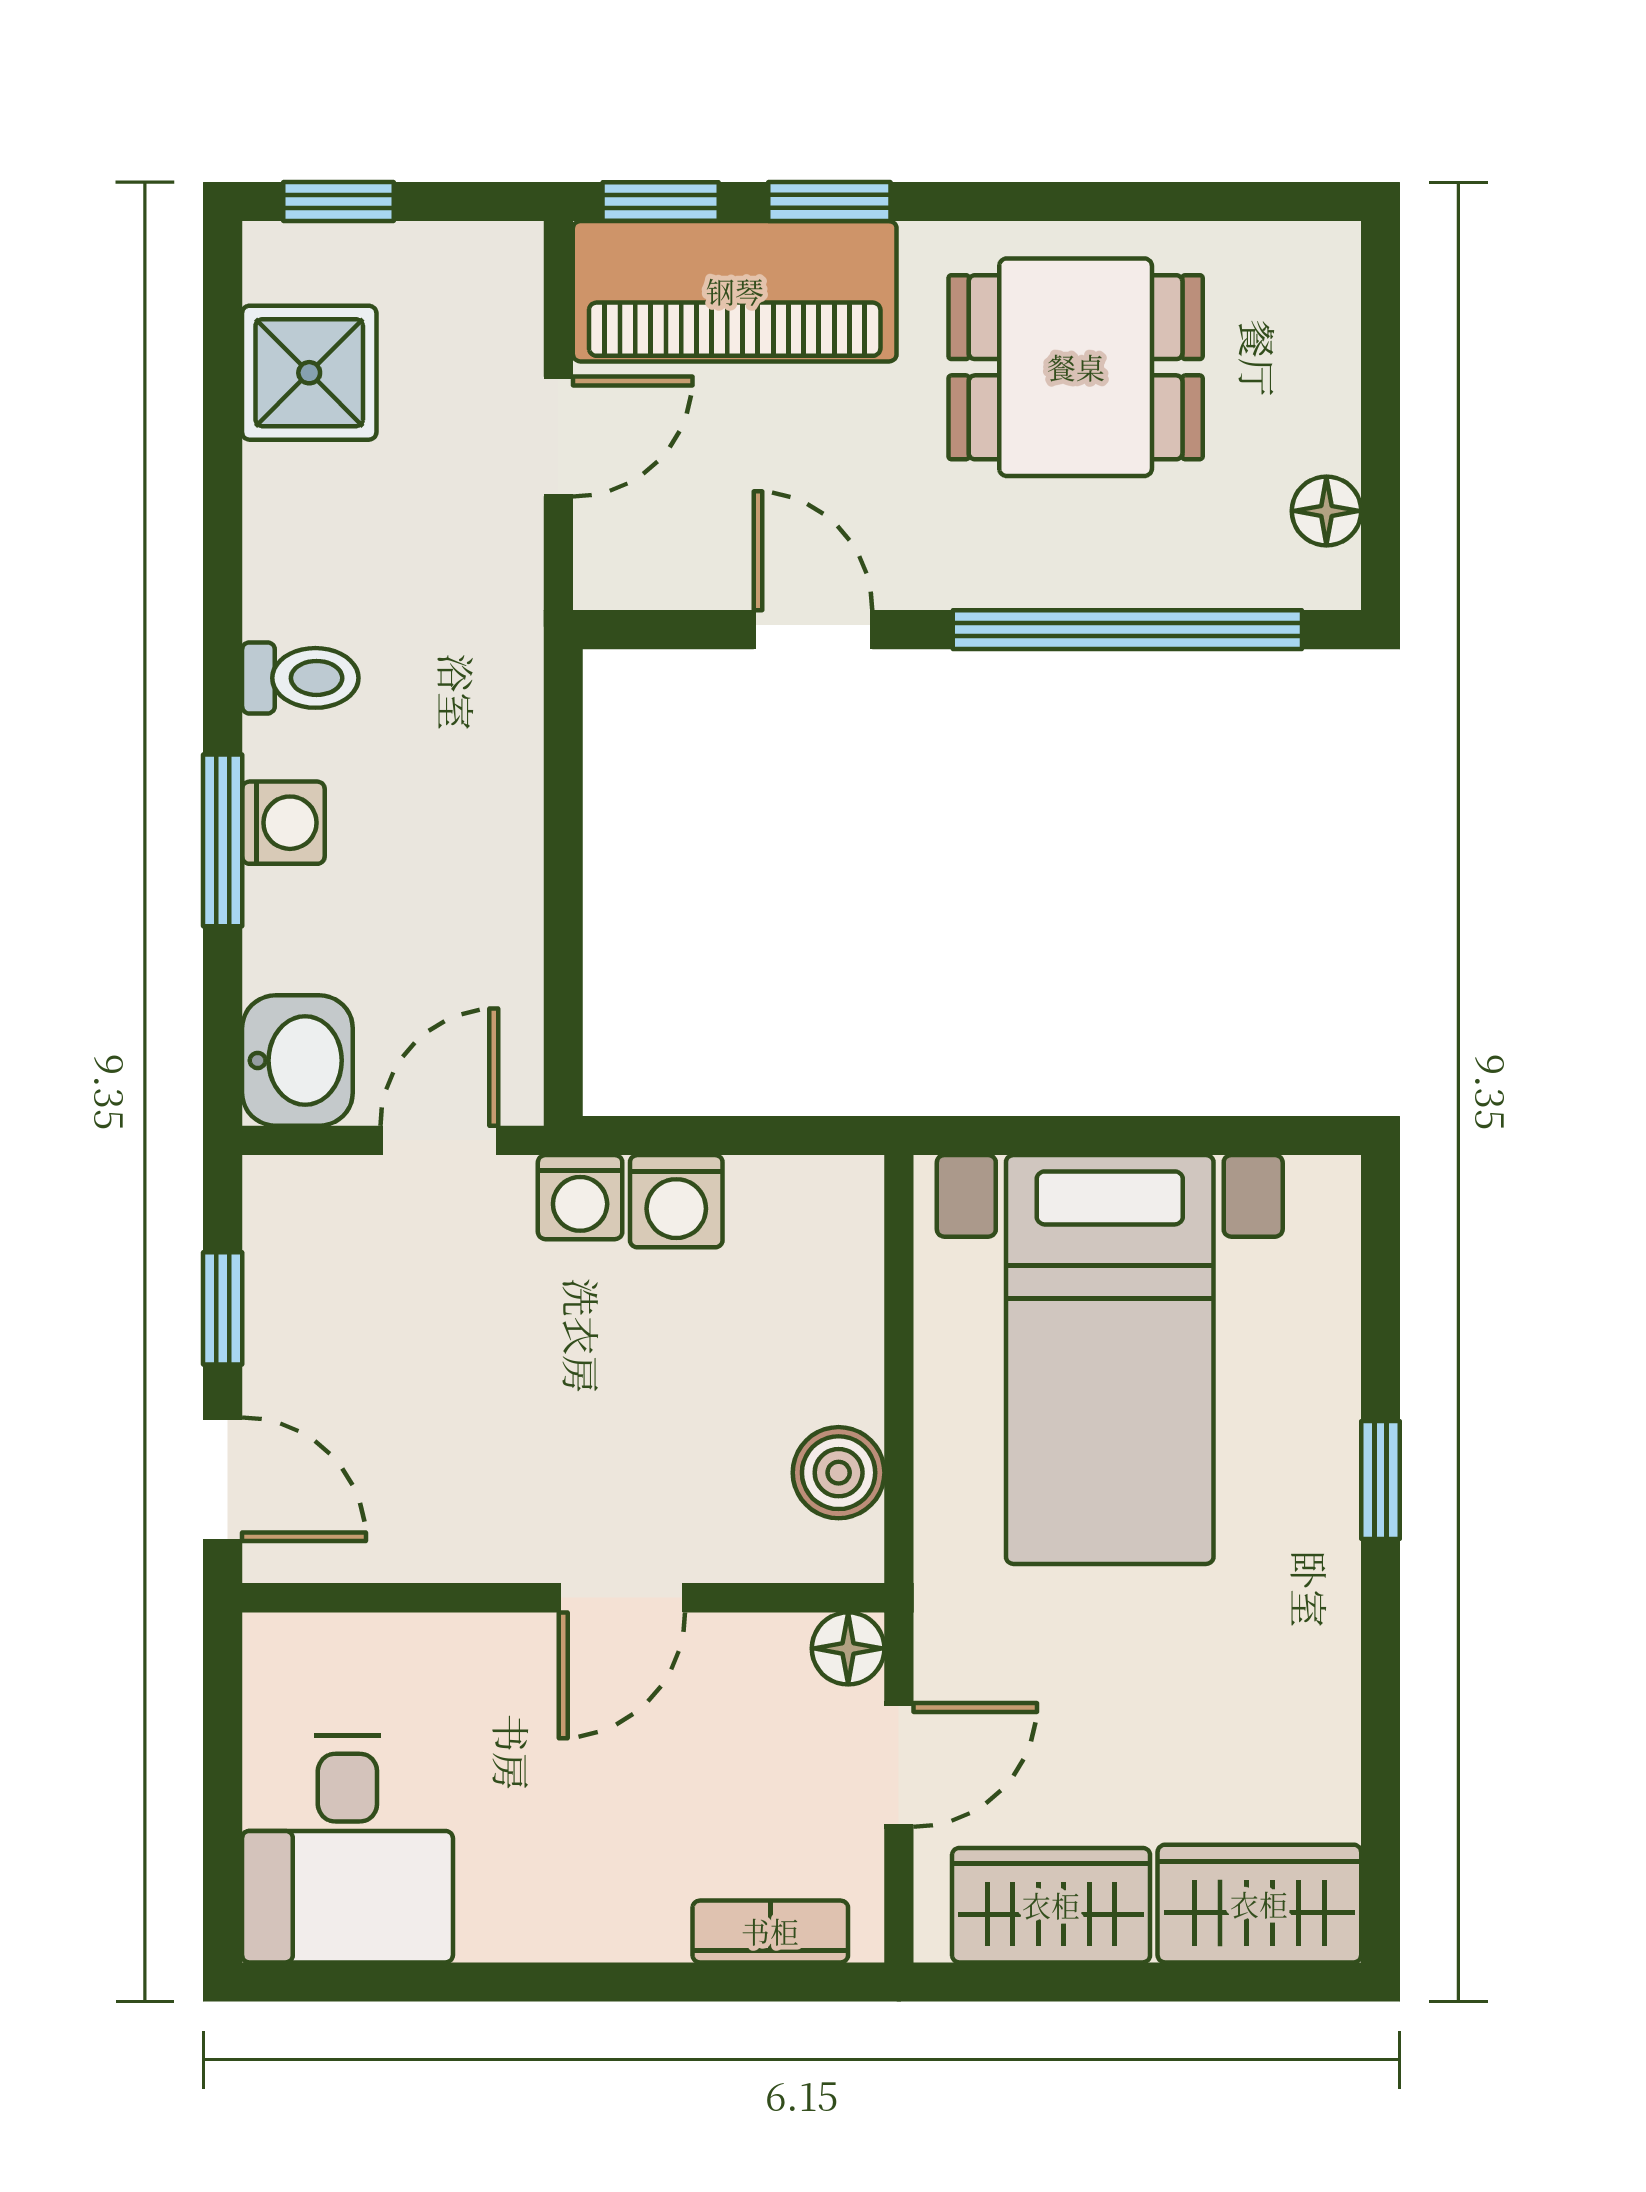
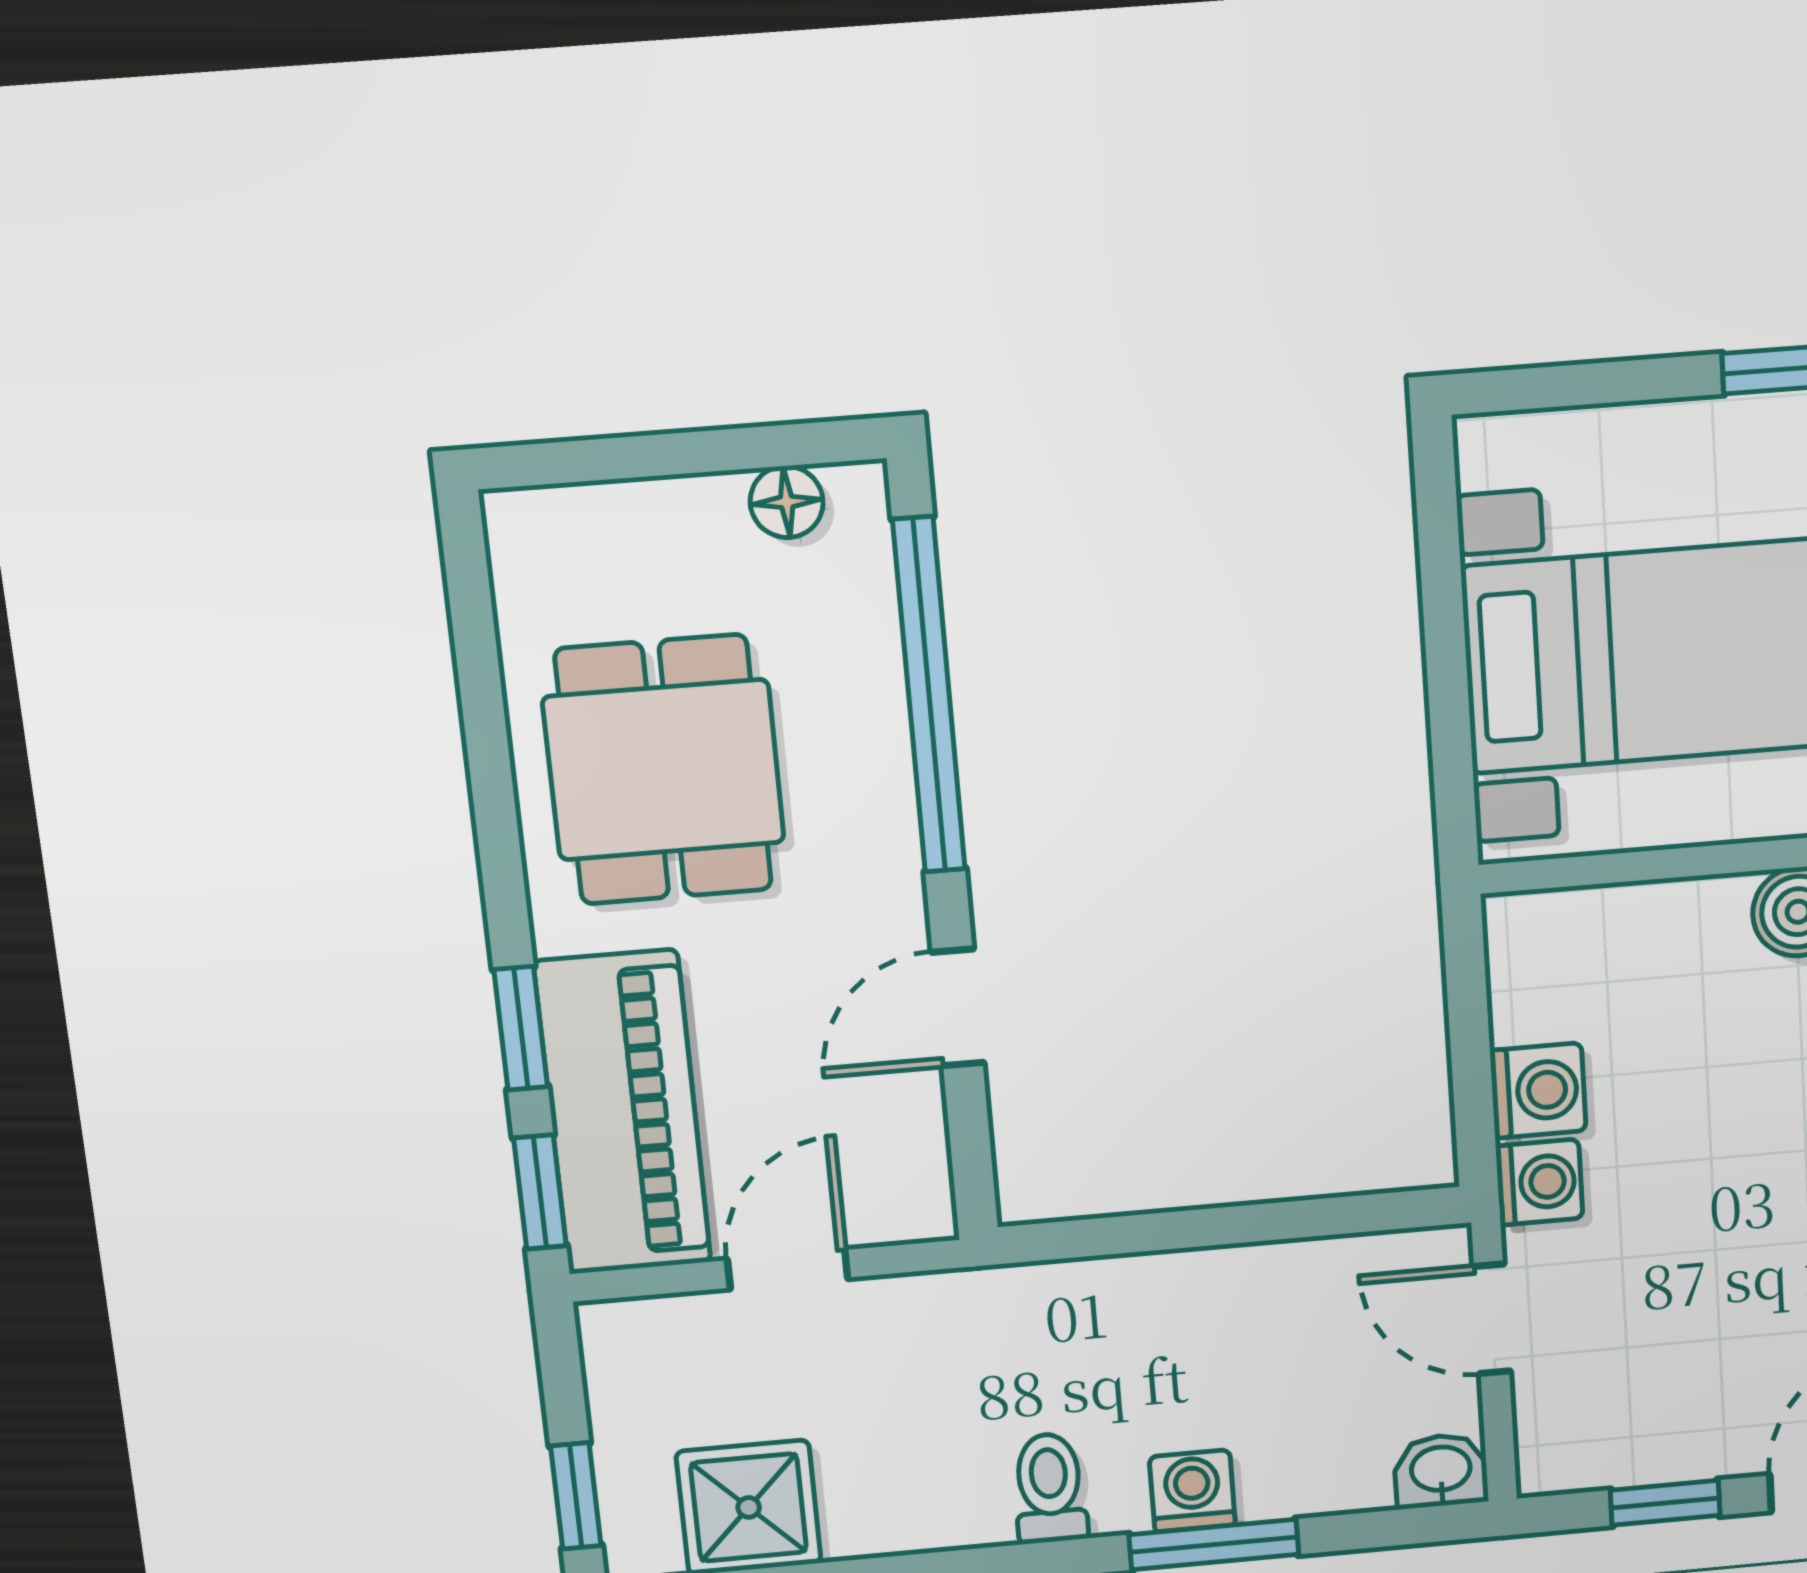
door: (558, 437) -> (788, 1269), hinge flipped
washbasin: (297, 1060) -> (1441, 1471), width x0.72, depth x0.69

